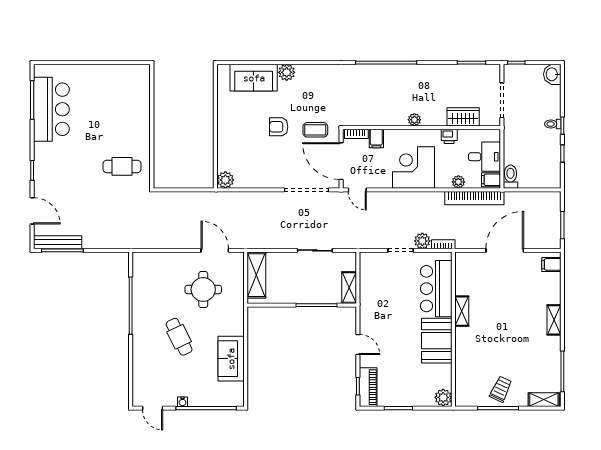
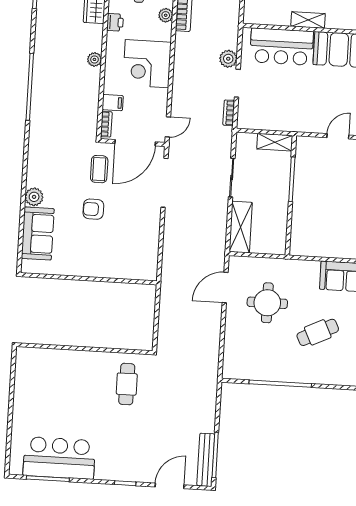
armchair: (279, 127) -> (93, 209), turned 90
plant: (225, 180) -> (148, 271), removed
bookcase: (443, 244) -> (229, 113), moved
shelving: (256, 275) -> (241, 227), moved, turned 90

